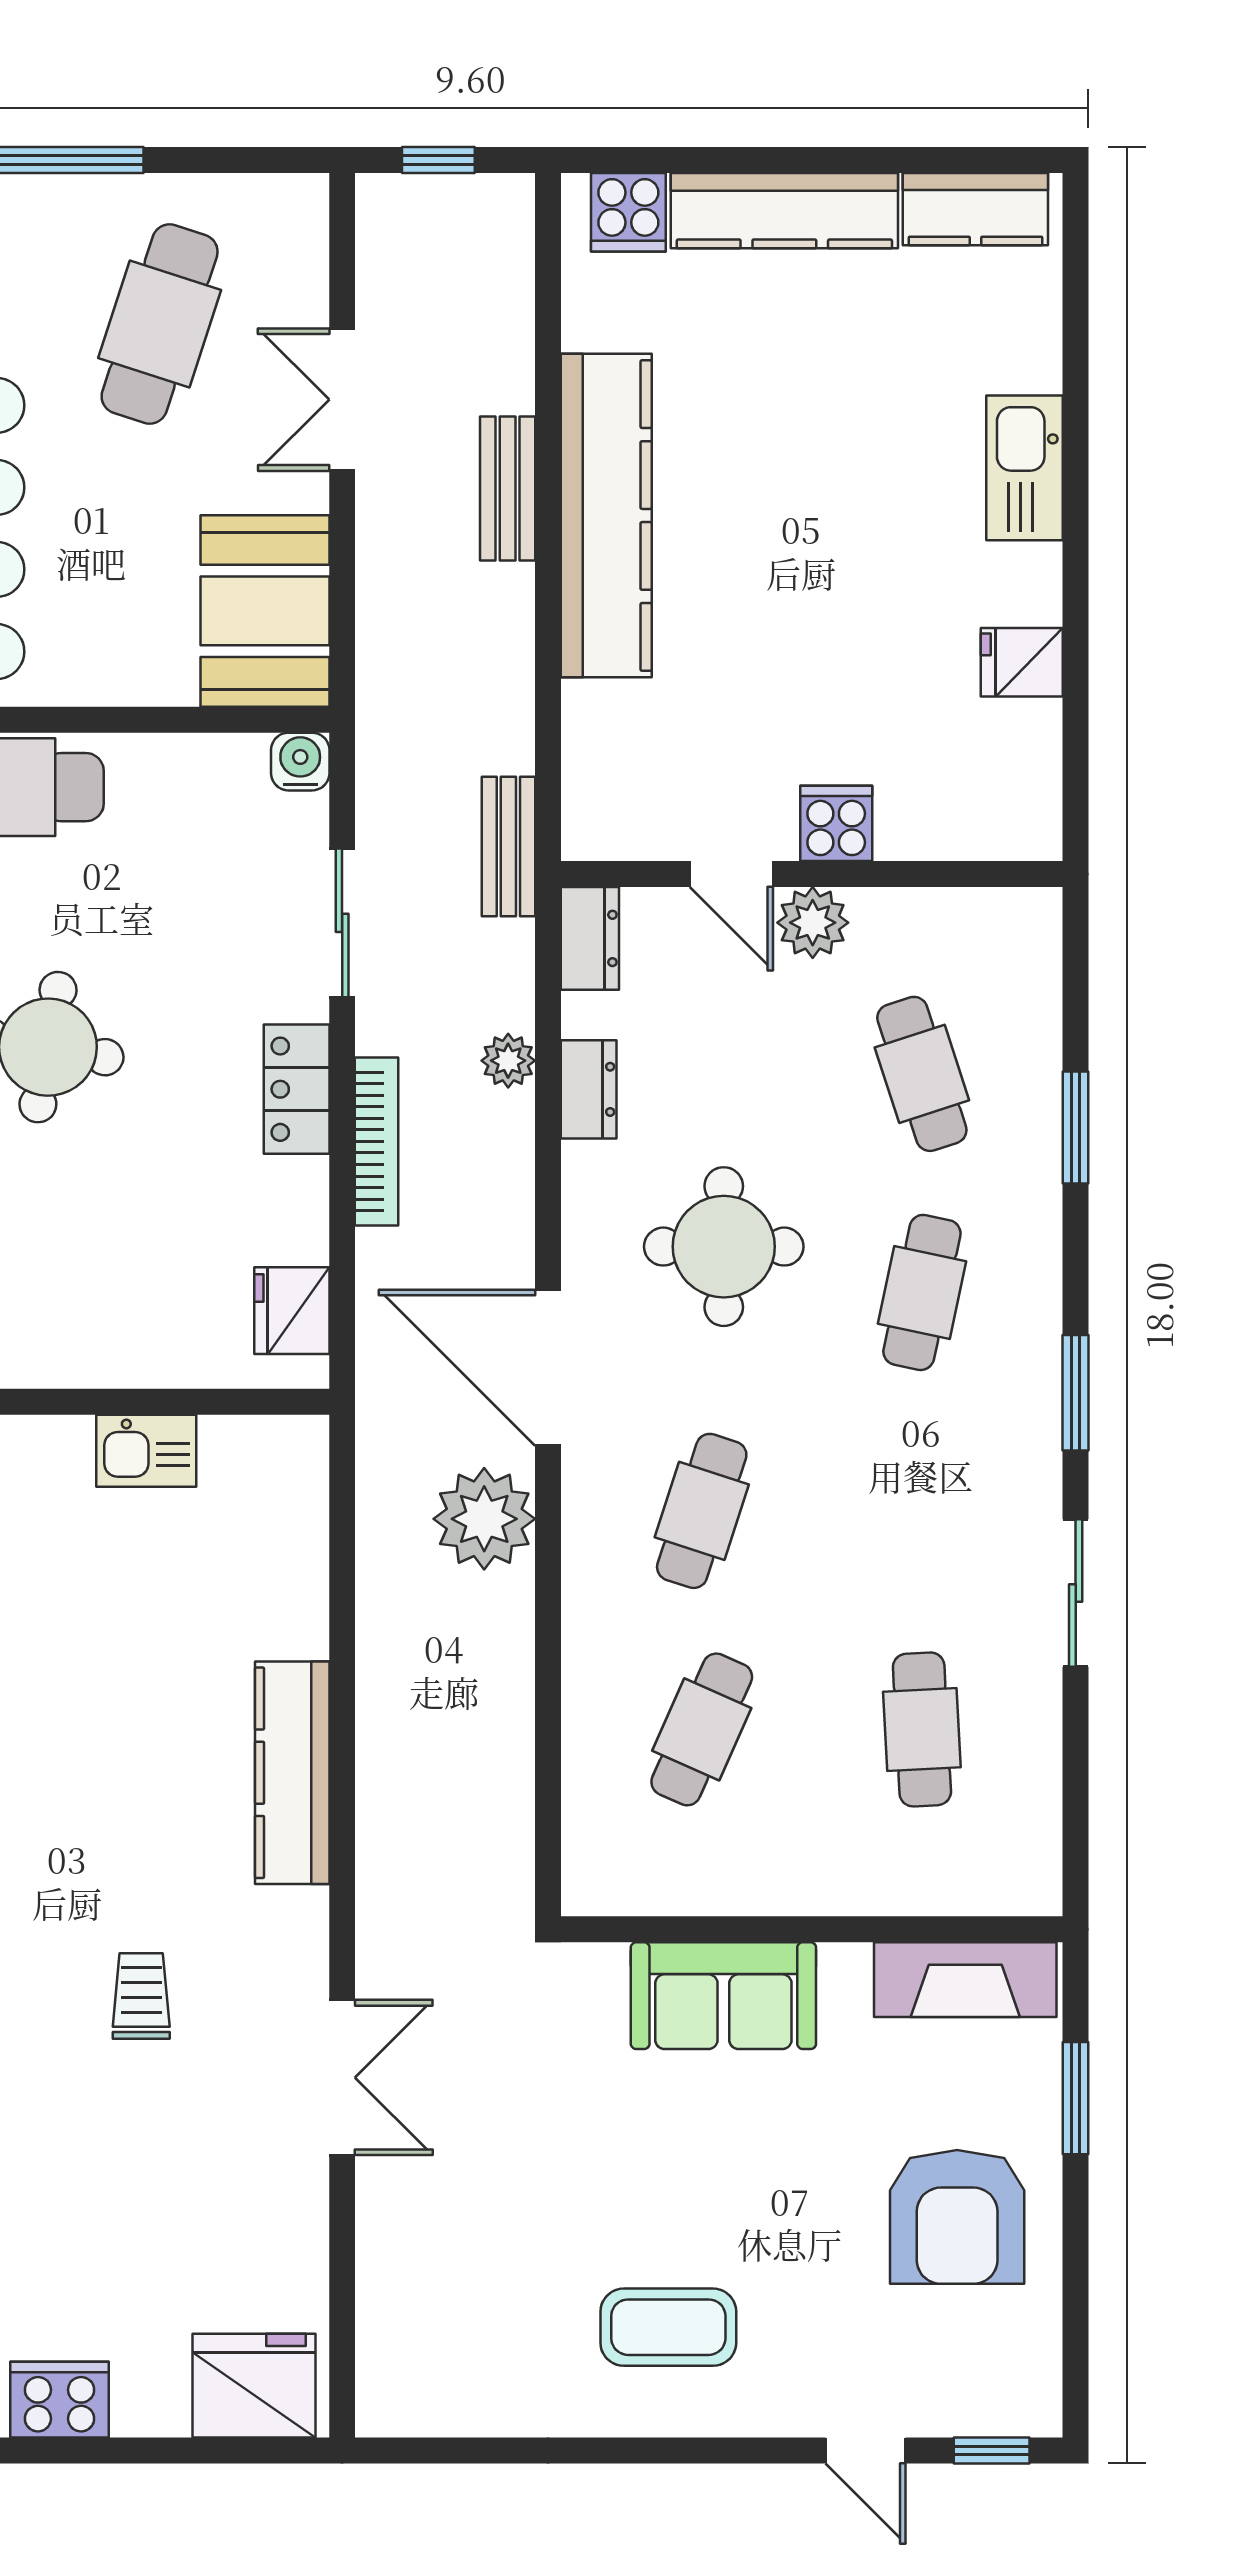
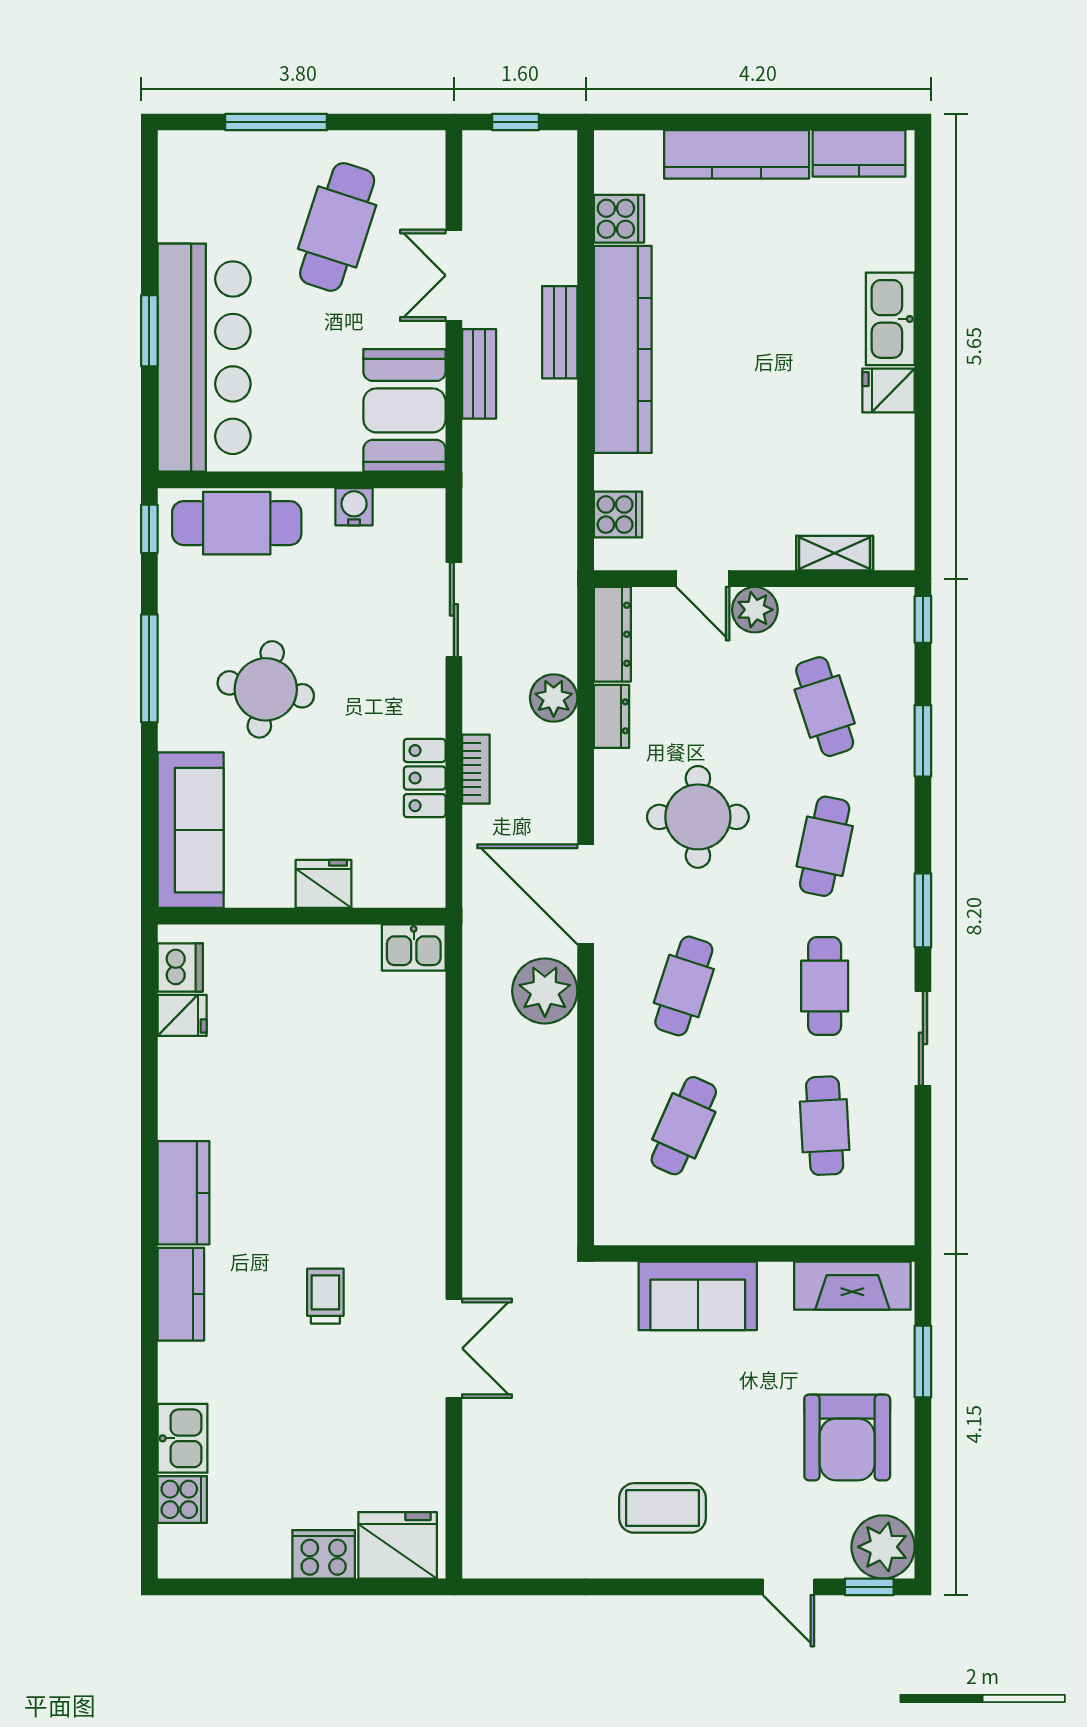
cooker: (628, 212) -> (619, 219), moved, turned -90
fridge: (1022, 662) -> (889, 391), moved
water cooler: (300, 762) -> (354, 507), moved
cooker: (836, 823) -> (618, 515), moved, turned 90
shelving: (937, 834) -> (835, 553), added
bench: (508, 846) -> (479, 374), moved
dresser: (590, 938) -> (612, 634), width x1.44
window: (1076, 938) -> (923, 619), added
plant: (508, 1061) -> (554, 698), width x1.38, depth x1.38
locker: (297, 1089) -> (425, 778), moved
bookcase: (377, 1141) -> (476, 769), width x0.64
fridge: (292, 1311) -> (324, 884), moved, turned 90
kitchen sink: (146, 1451) -> (414, 947), moved
cafe table: (922, 1511) -> (825, 986), added
kitchen counter: (292, 1773) -> (422, 1153), removed
plant: (1013, 2388) -> (883, 1547), added
cooker: (59, 2400) -> (324, 1554), moved

